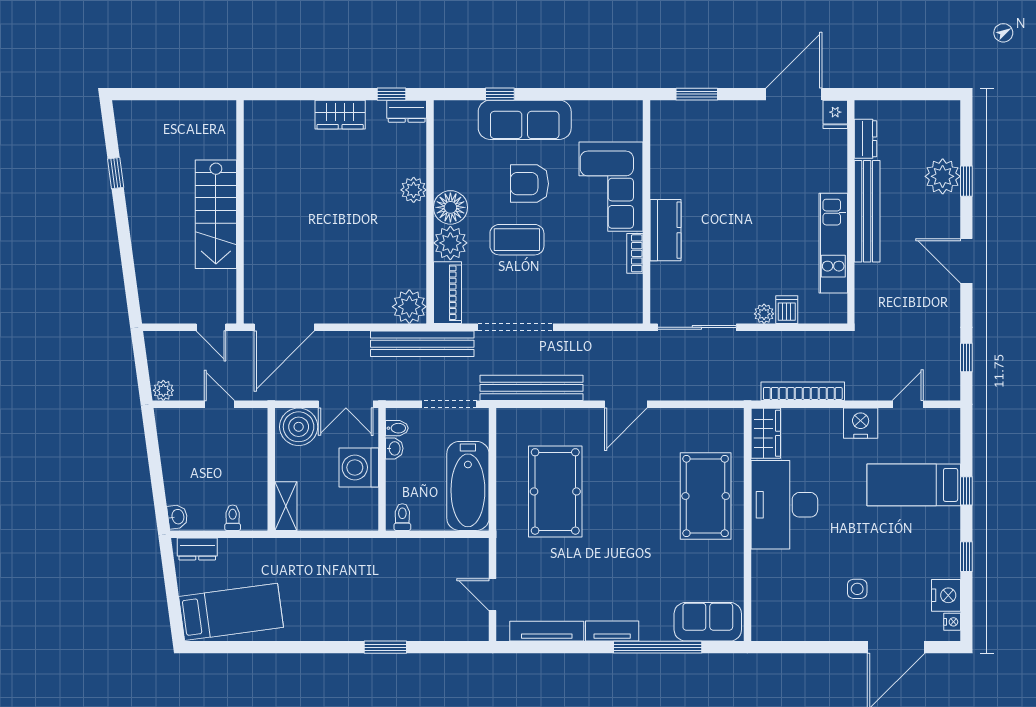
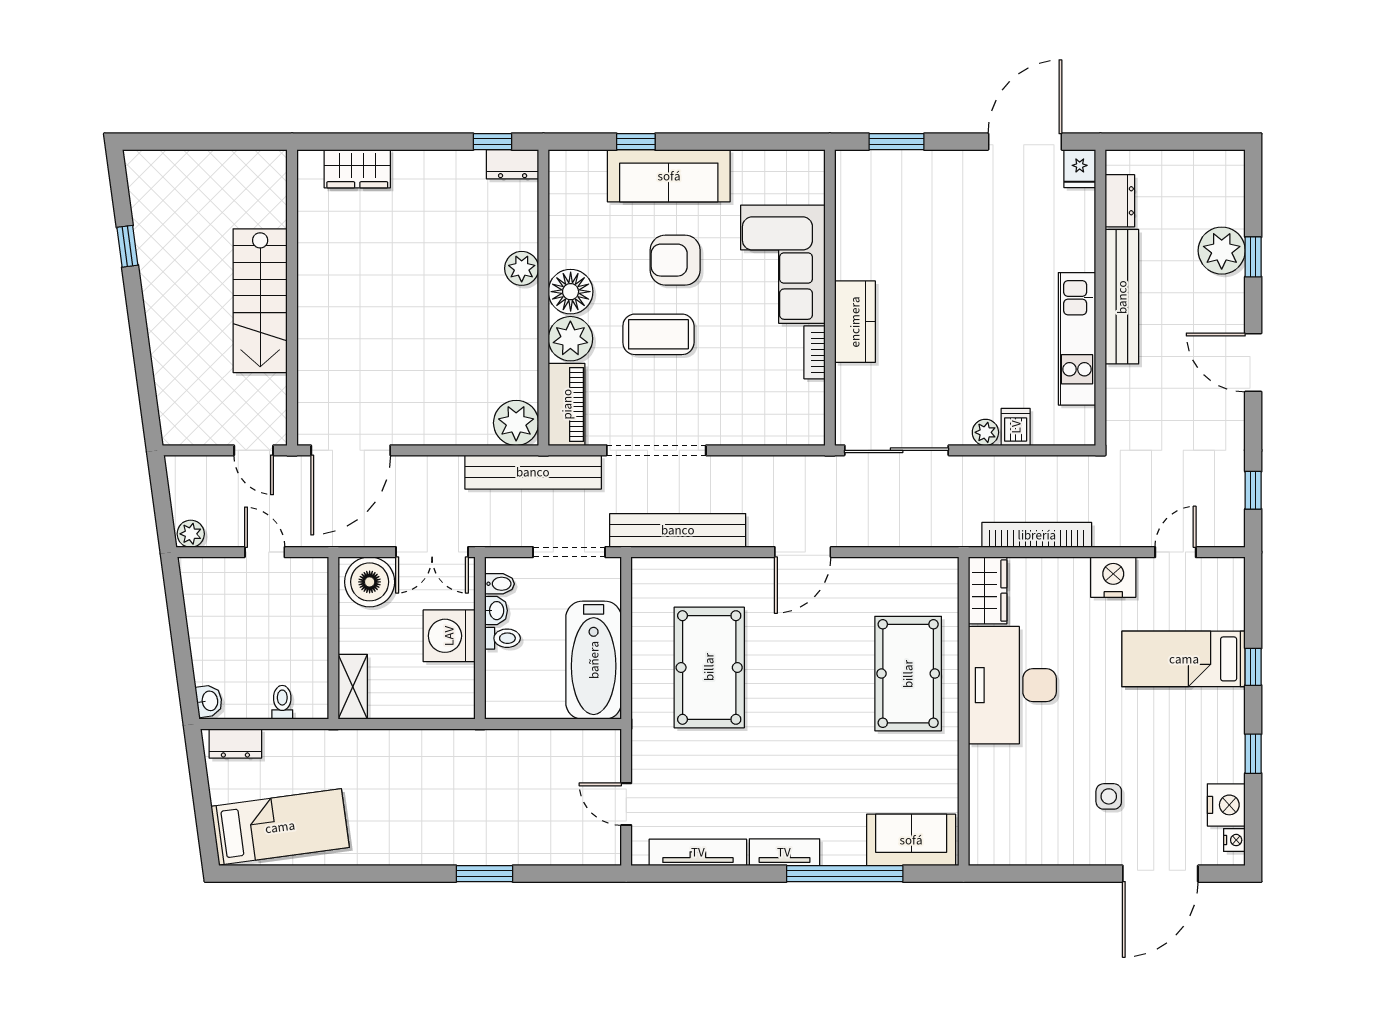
wardrobe: (340, 115) -> (357, 169), moved
toilet: (402, 517) -> (502, 638), moved, turned 90

